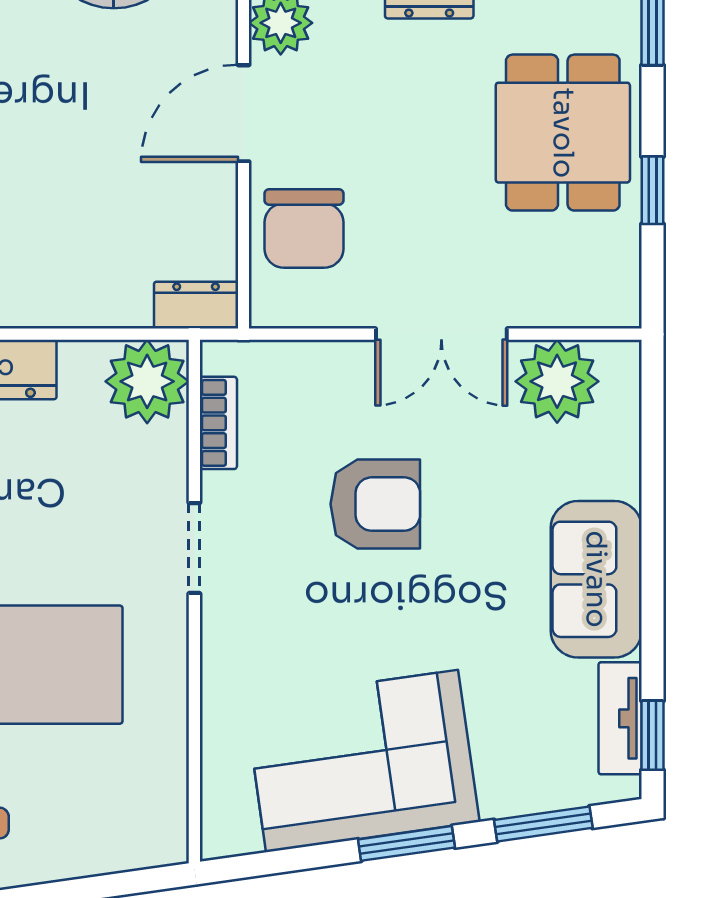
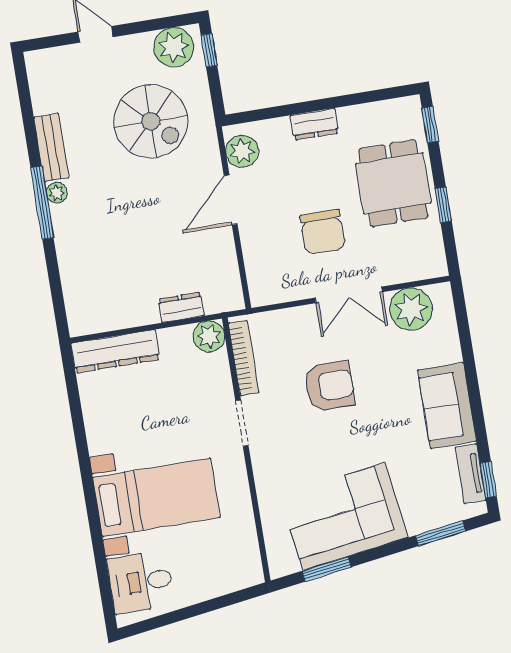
chair: (304, 228) -> (322, 232), moved
dresser: (196, 305) -> (181, 307), moved
plant: (147, 381) -> (209, 336), width x0.73, depth x0.73
bookcase: (218, 423) -> (244, 358), width x1.56
window: (406, 843) -> (327, 569), moved

